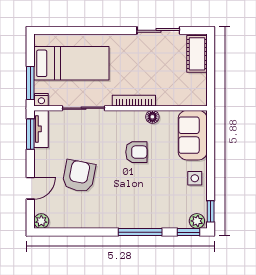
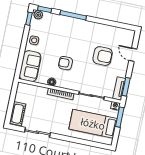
armchair: (79, 176) -> (103, 56), turned -101
door: (30, 188) -> (133, 55), hinge flipped
plant: (41, 221) -> (130, 34), removed

